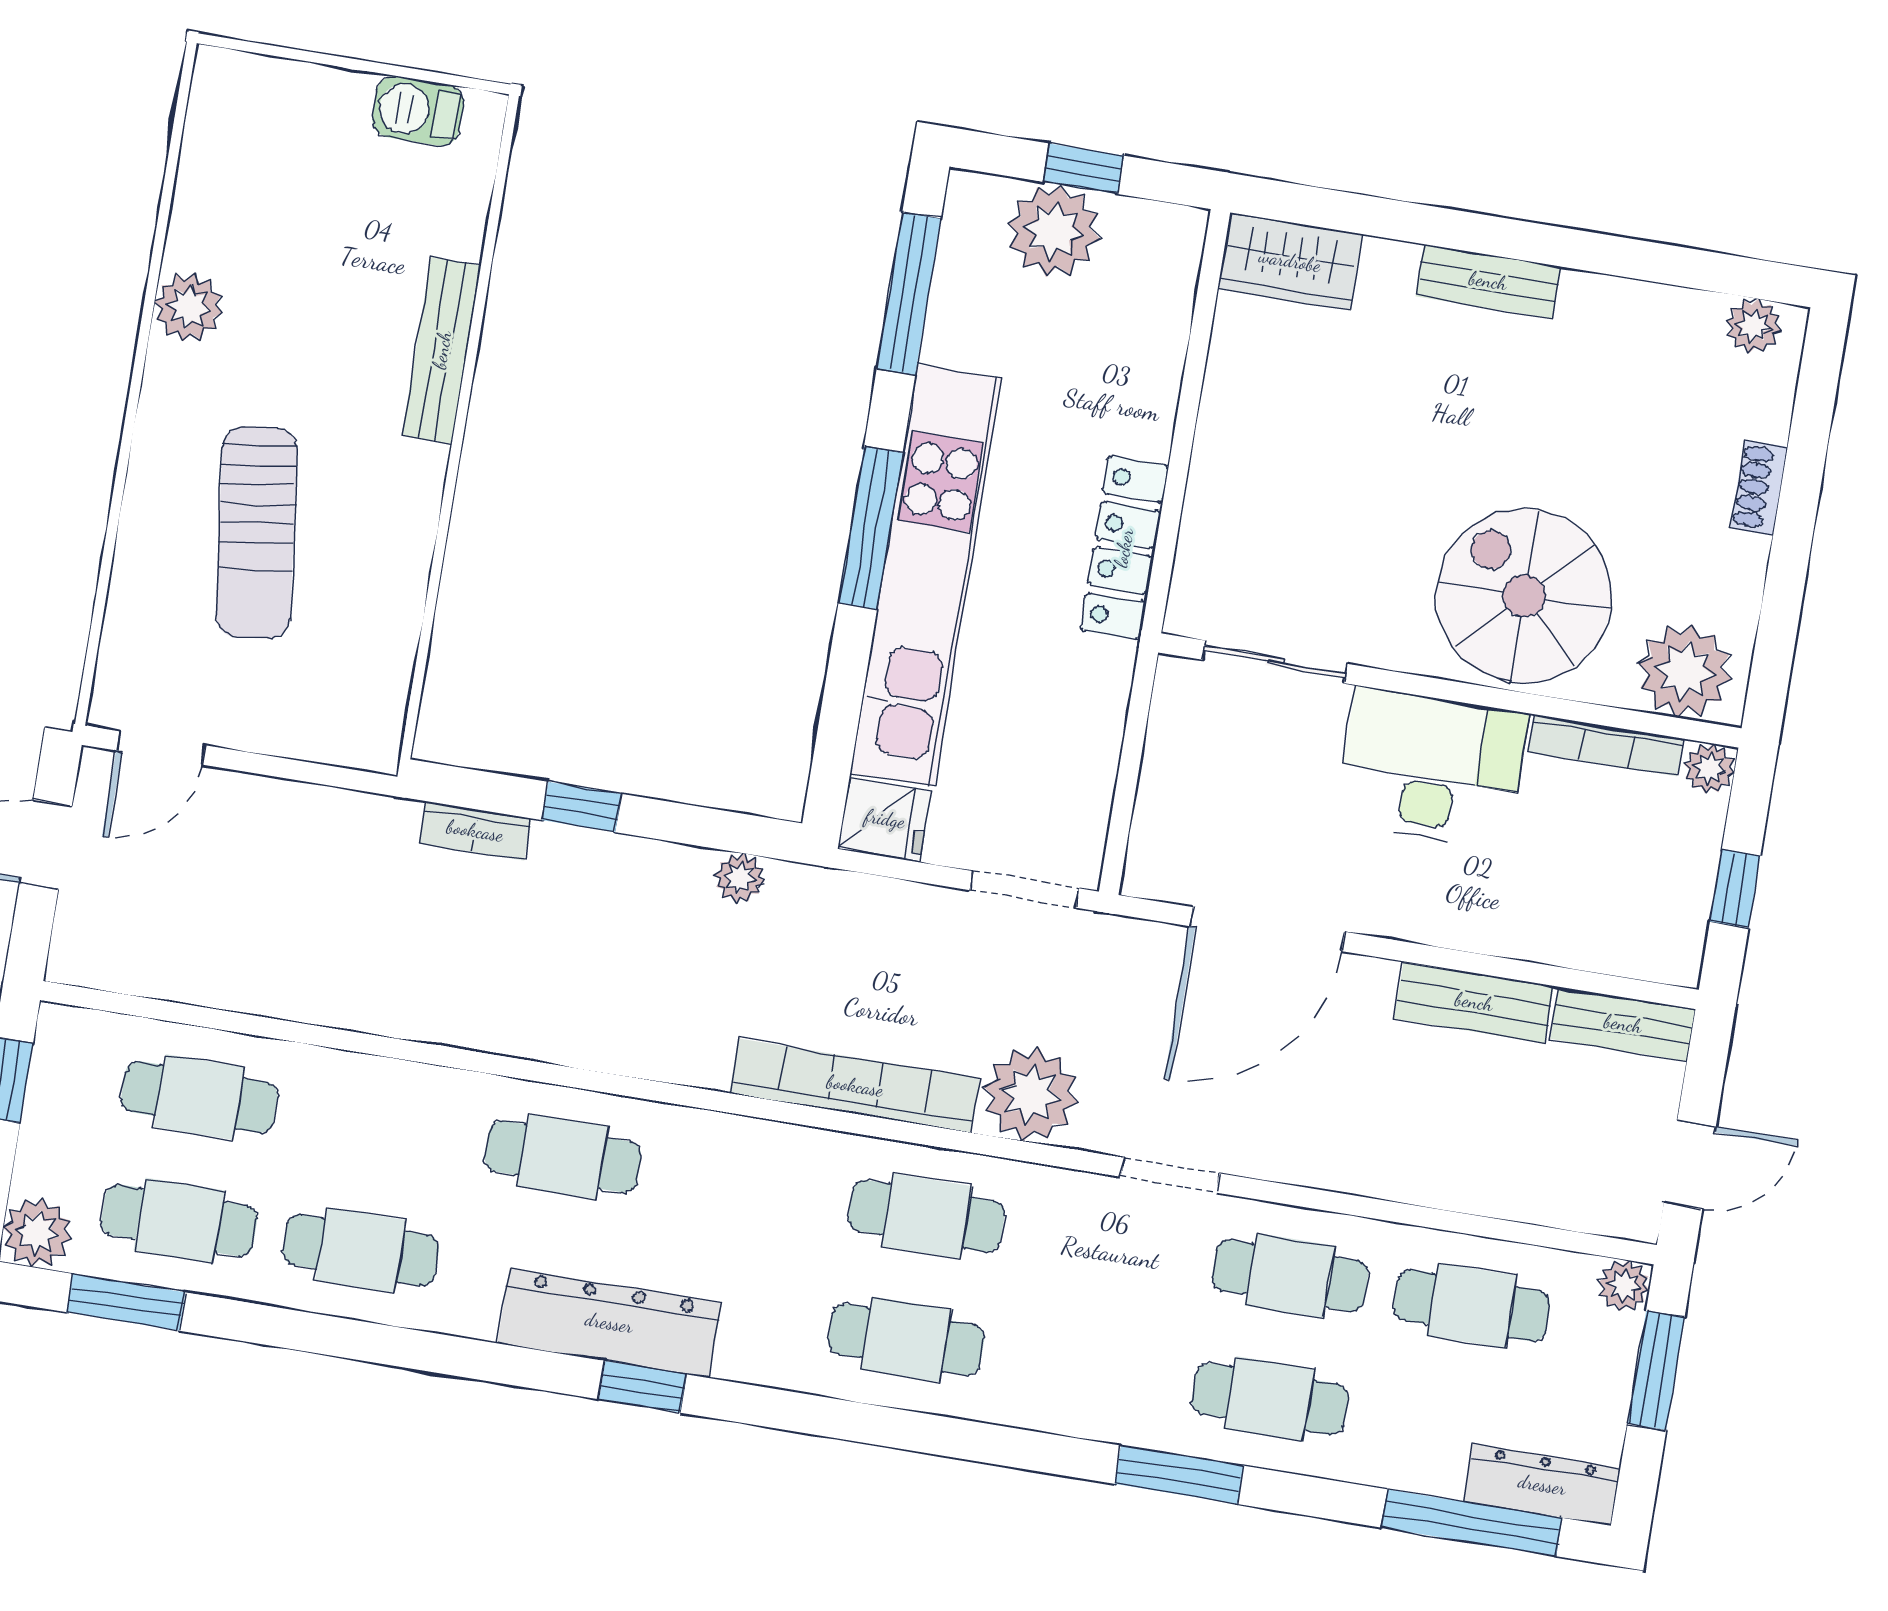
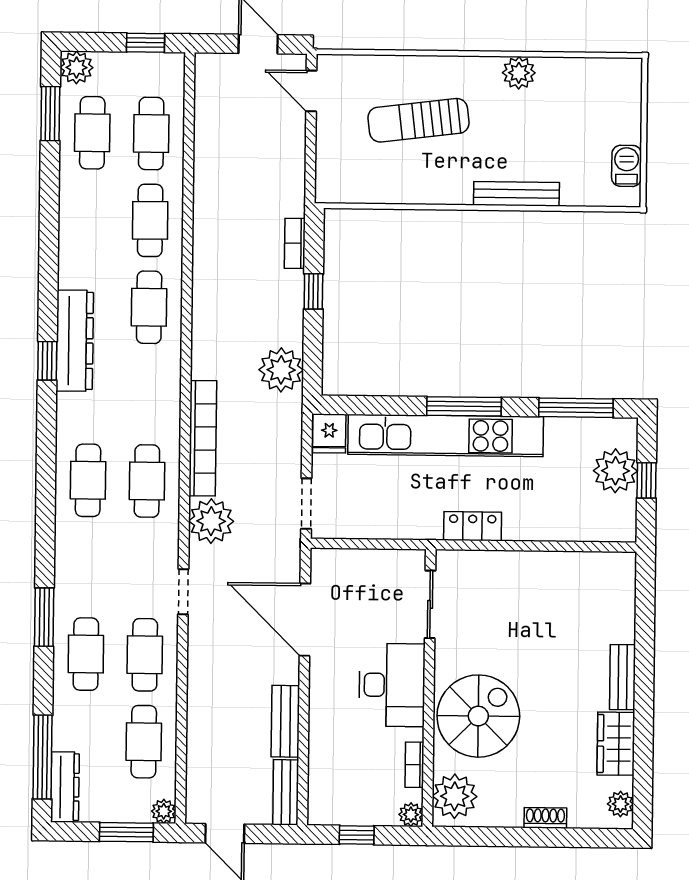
wardrobe: (1290, 261) -> (616, 744), moved
locker: (1124, 548) -> (473, 526), width x0.66
bookcase: (1606, 745) -> (414, 765), width x0.64
plant: (740, 878) -> (281, 370), width x1.88, depth x1.88
cafe table: (361, 1250) -> (150, 220), moved

